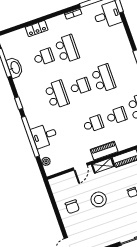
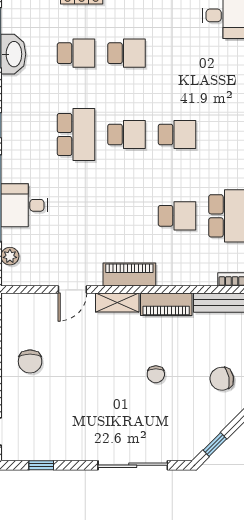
school desk: (67, 49) -> (126, 53), width x0.54
school desk: (103, 78) -> (177, 135), width x0.54
school desk: (93, 124) -> (126, 216), removed
stool: (99, 199) -> (86, 365), removed

